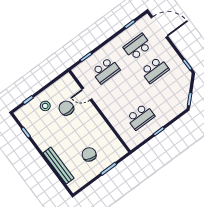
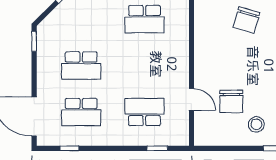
school desk: (155, 70) -> (81, 66), turned 180
school desk: (140, 117) -> (144, 19), turned 180

